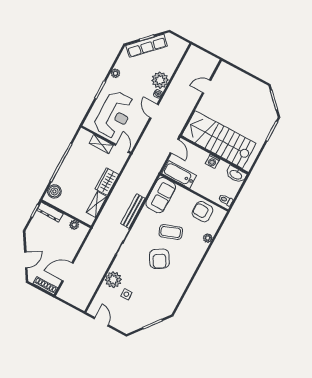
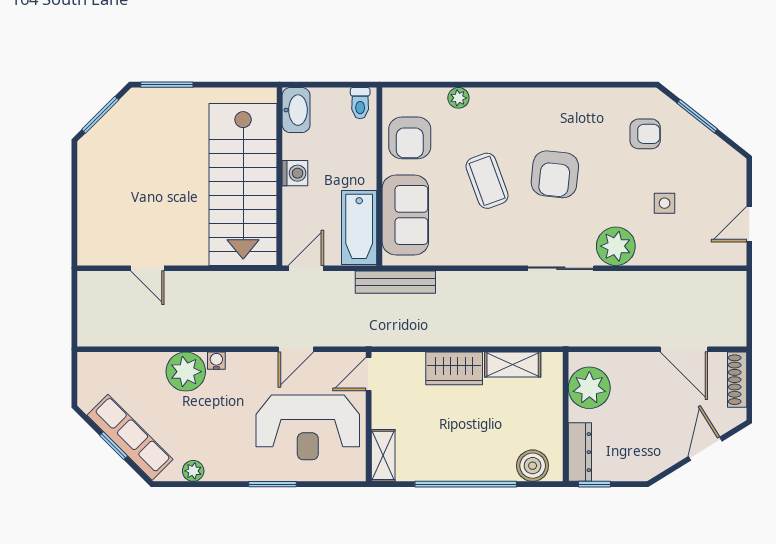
plant: (115, 73) -> (193, 471), moved
door: (154, 111) -> (296, 349), moved
reception desk: (114, 115) -> (308, 427), turned 180
shelving: (101, 144) -> (383, 455), moved
sofa: (161, 195) -> (405, 215), moved, turned 90
bench: (133, 211) -> (395, 282), moved
plant: (74, 225) -> (589, 388), width x1.87, depth x1.87
armchair: (159, 259) -> (555, 174), turned 127
door: (26, 260) -> (705, 449), hinge flipped
plant: (113, 280) -> (616, 246), moved
armchair: (156, 301) -> (645, 134), added

